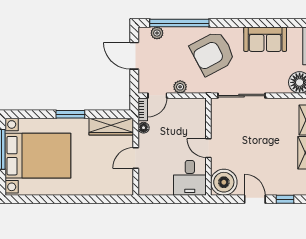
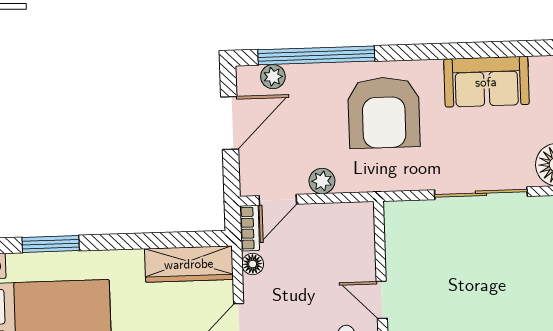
armchair: (213, 53) -> (384, 113), turned -62
door: (134, 56) -> (230, 123), swing flipped
sliding door: (242, 96) -> (481, 193), moved
window: (70, 114) -> (51, 244), moved

